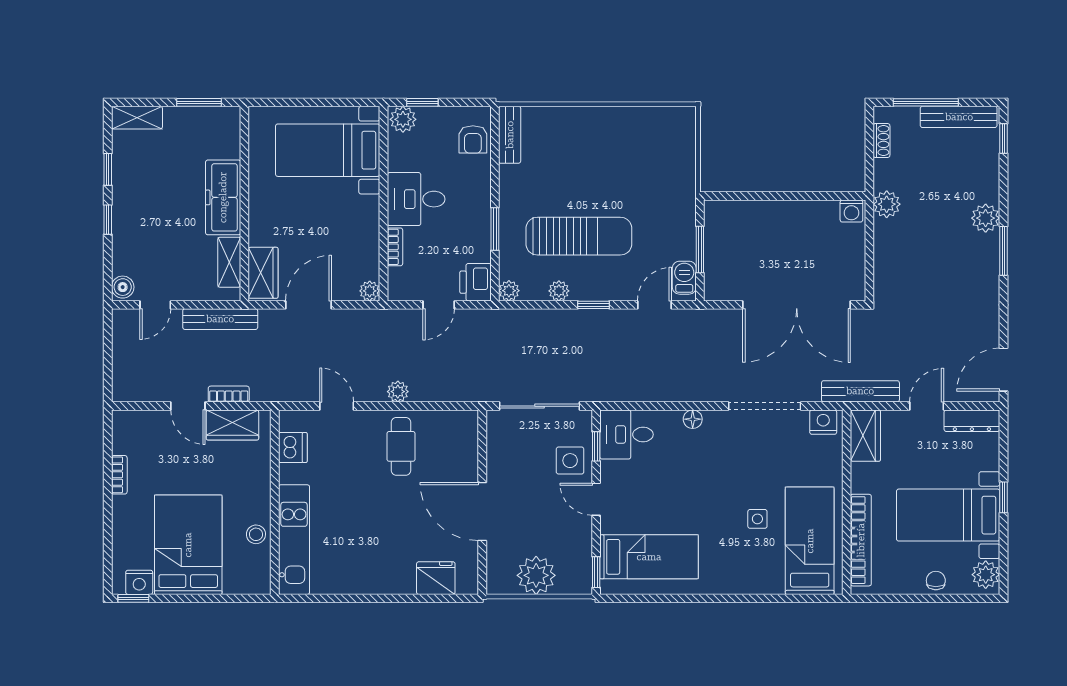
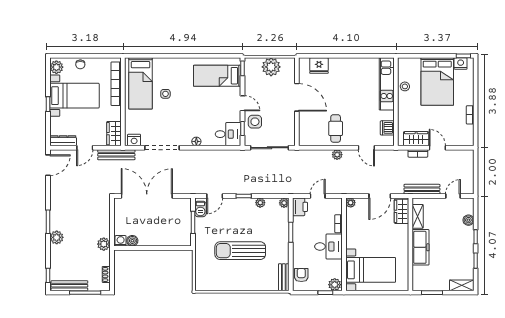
boiler: (827, 211) -> (132, 241), added
sun lounger: (579, 236) -> (240, 251), moved
boiler: (123, 287) -> (468, 220), moved

